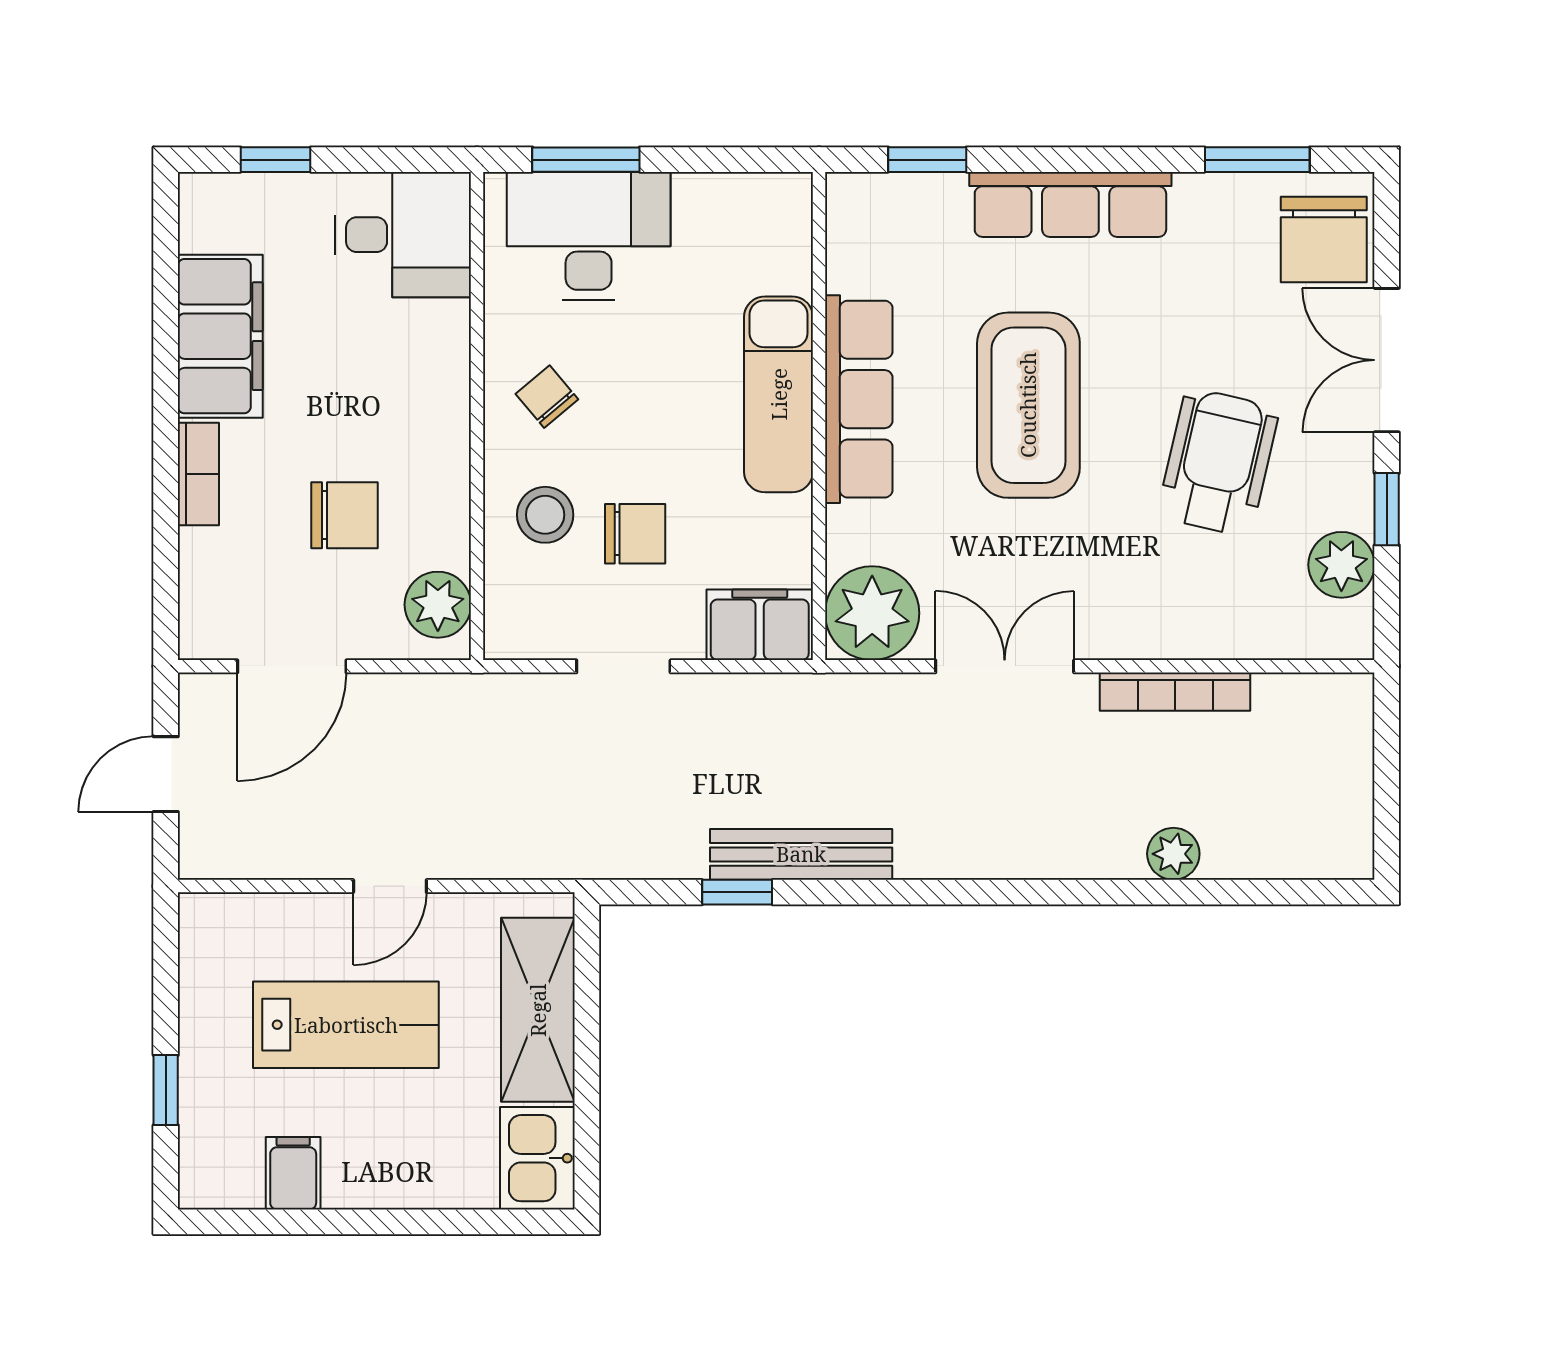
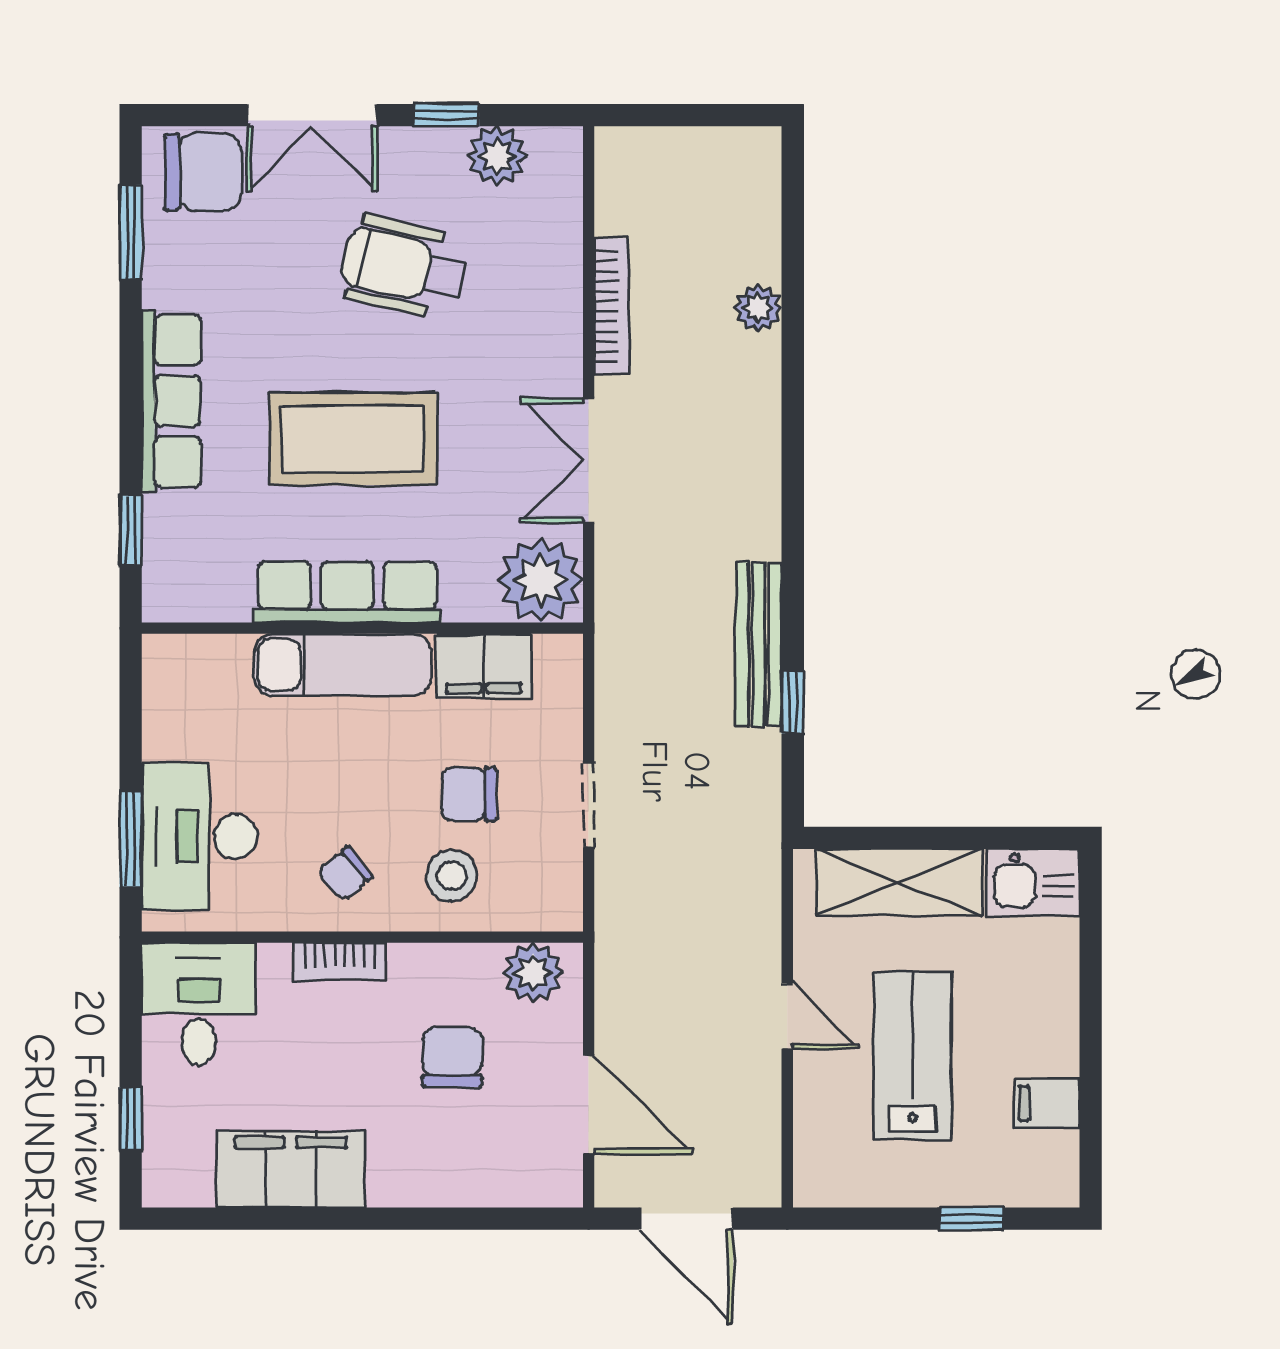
bookcase: (198, 474) -> (340, 961), moved, turned 180
chair: (635, 534) -> (469, 794), turned -90
filing cabinet: (760, 625) -> (484, 666), moved, turned -90
door: (166, 774) -> (686, 1219), width x1.38

